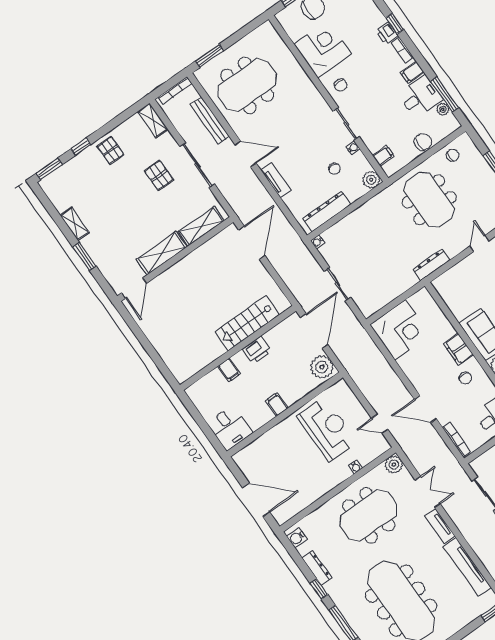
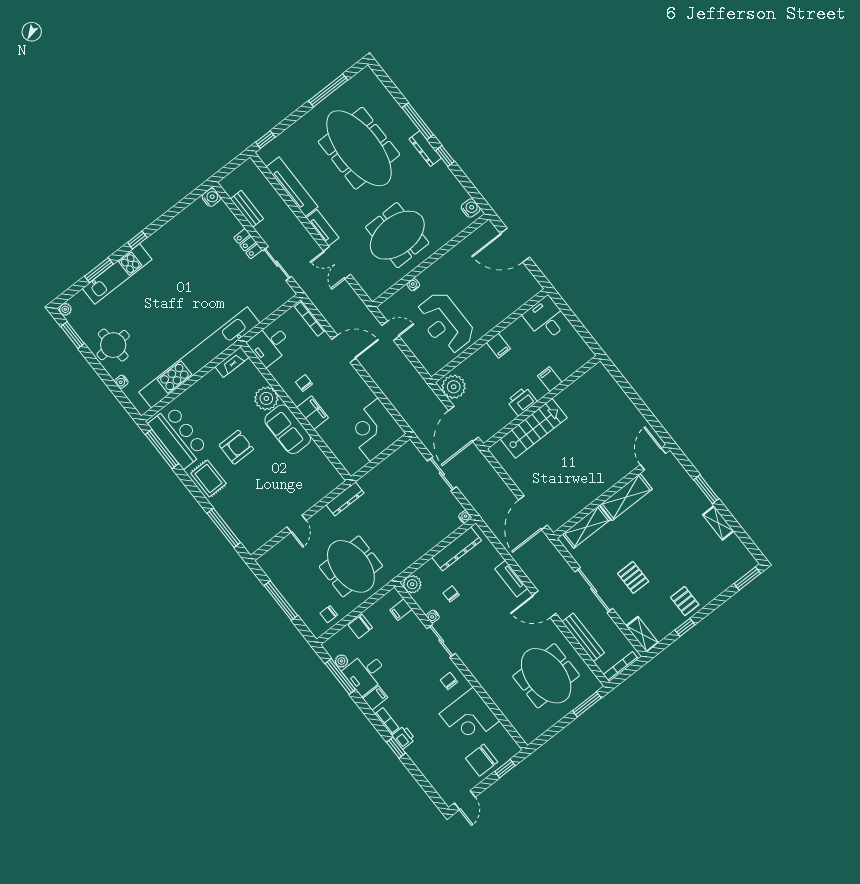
meeting table: (247, 85) -> (546, 676), turned 90
window: (81, 147) -> (685, 627), moved
plant: (394, 465) -> (374, 289), removed
dresser: (317, 568) -> (425, 148), moved

